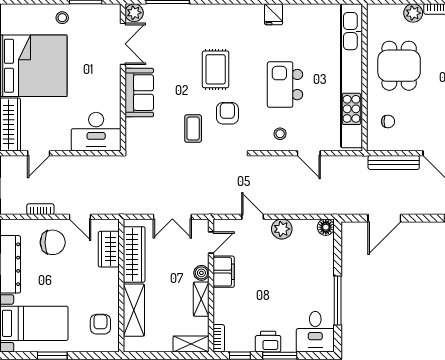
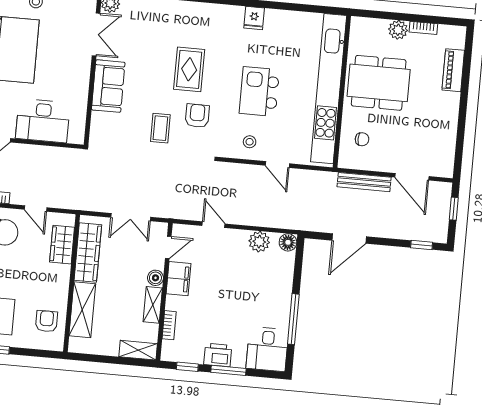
dining table: (399, 66) -> (379, 83), width x1.37
desk: (96, 132) -> (43, 121), moved
plant: (282, 229) -> (259, 242), moved
bookcase: (219, 338) -> (169, 325), moved

